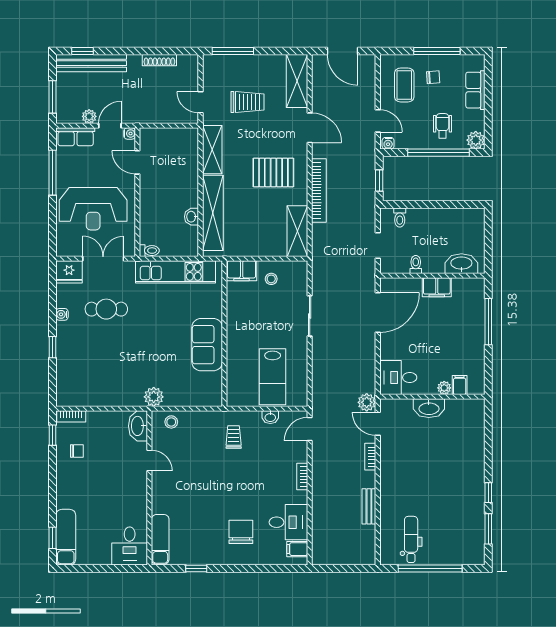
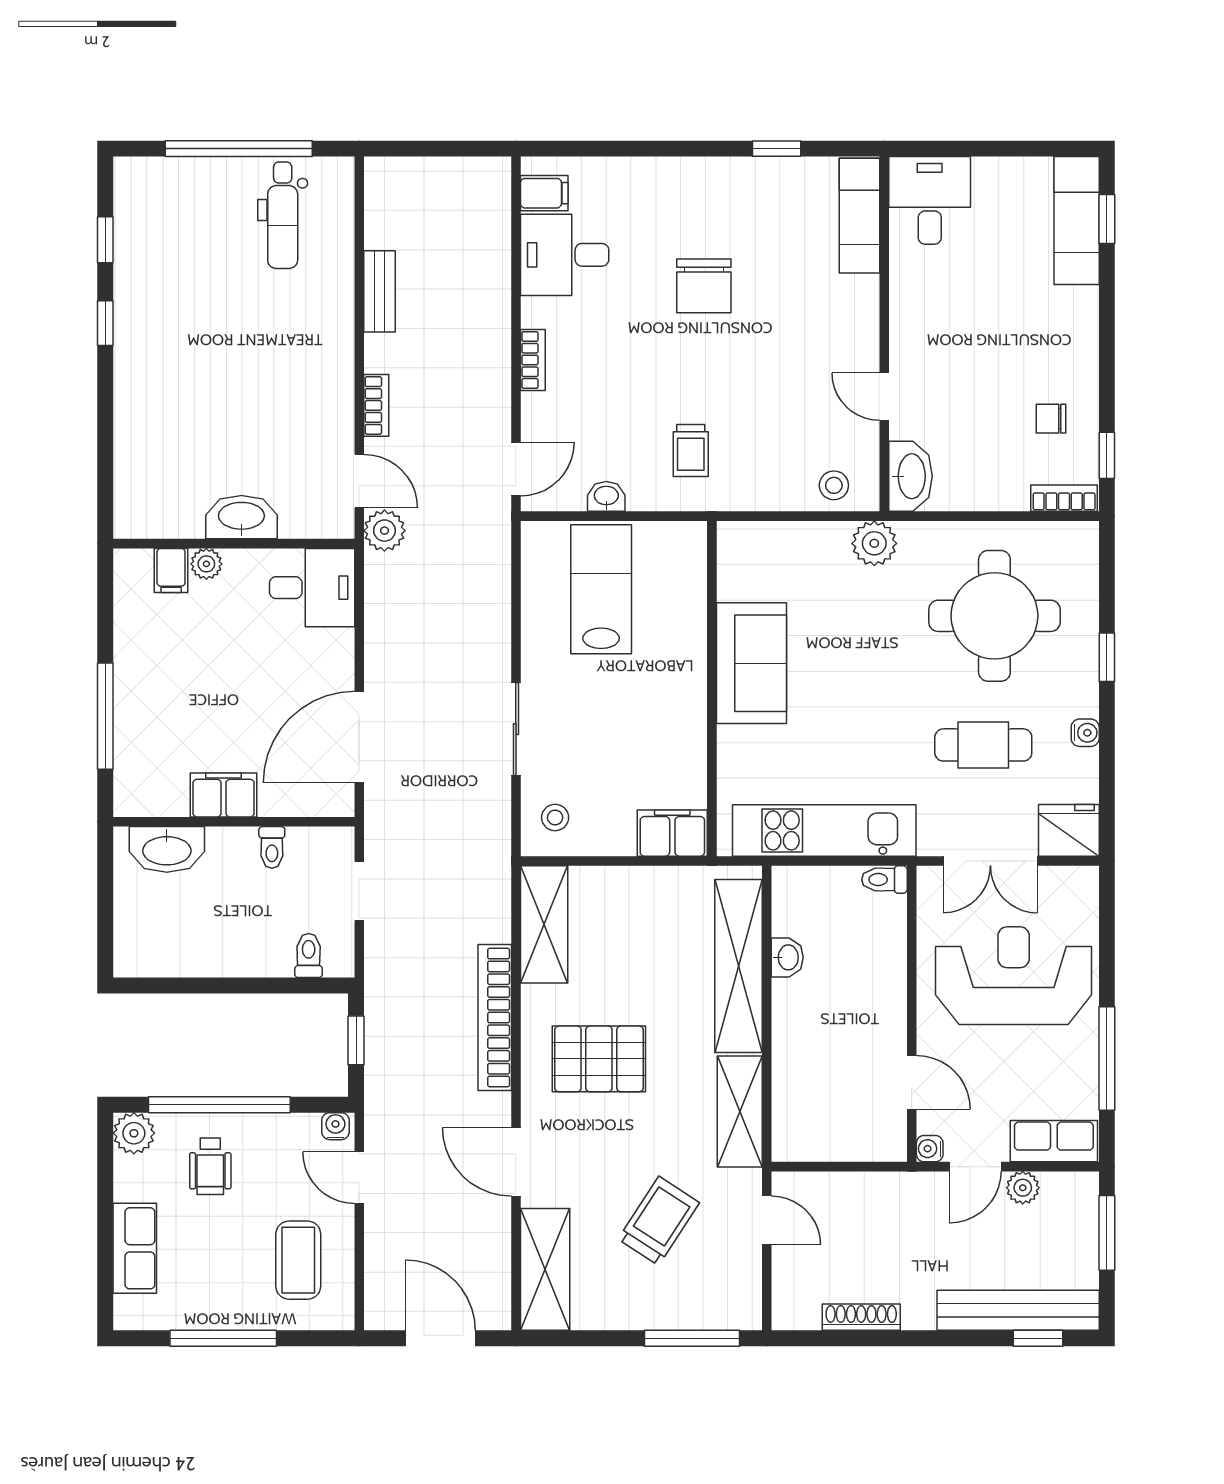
chair: (433, 77) -> (232, 1278), removed
trolley: (247, 102) -> (659, 1221), turned 123
stool: (271, 279) -> (555, 817), moved
round table: (101, 365) -> (994, 616), added
window: (488, 529) -> (105, 240), width x0.67
chair: (241, 532) -> (704, 286), moved

